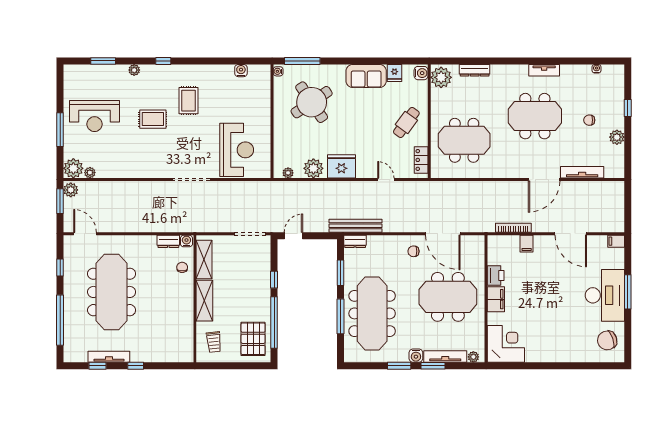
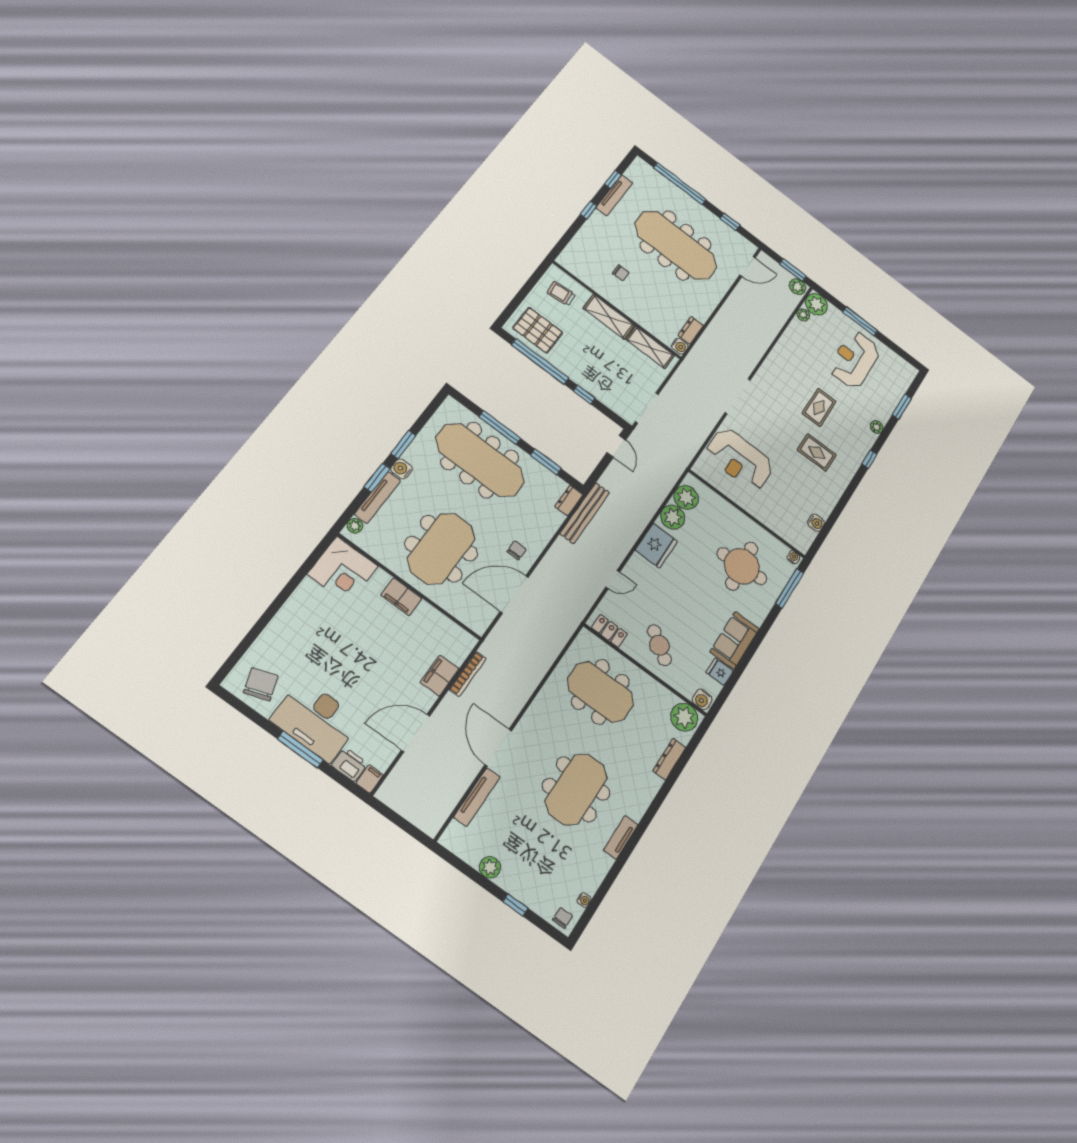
round table: (312, 102) -> (742, 566), turned 30
chair: (589, 120) -> (563, 918), moved
meeting table: (464, 140) -> (600, 692), turned 90
plant: (288, 173) -> (686, 497), width x1.87, depth x1.87
filing cabinet: (527, 244) -> (440, 676), width x2.00
chair: (182, 267) -> (621, 273), moved
printer: (496, 275) -> (350, 764), moved, turned 180

